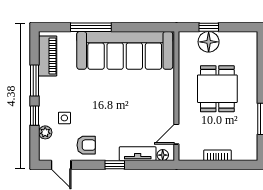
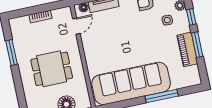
piano: (48, 56) -> (187, 49), moved
dining table: (217, 89) -> (52, 69), turned 90

